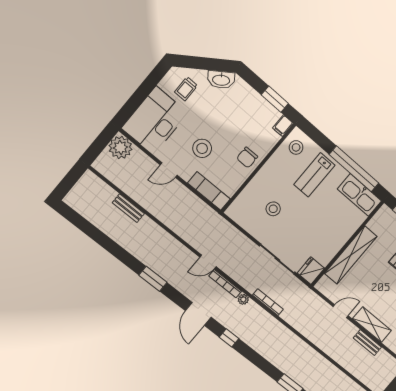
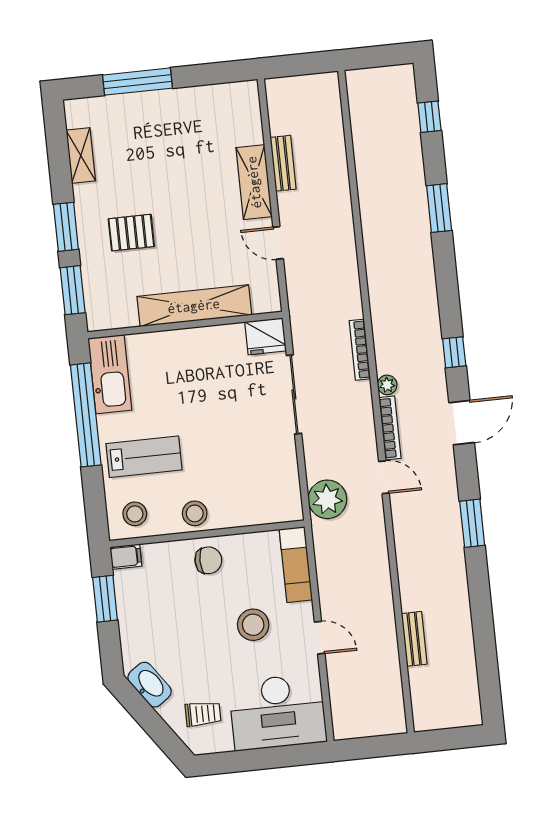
plant: (120, 147) -> (327, 499), moved
stool: (273, 209) -> (195, 513), moved

